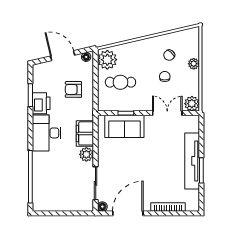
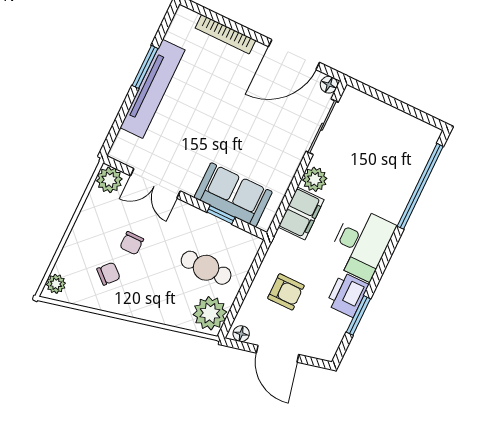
plant: (194, 64) -> (56, 284), moved

